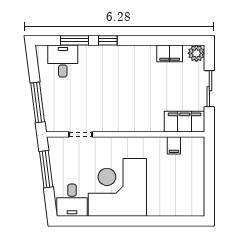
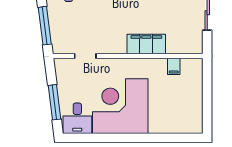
filing cabinet: (185, 122) -> (146, 44), moved
window: (46, 169) -> (54, 102), moved

